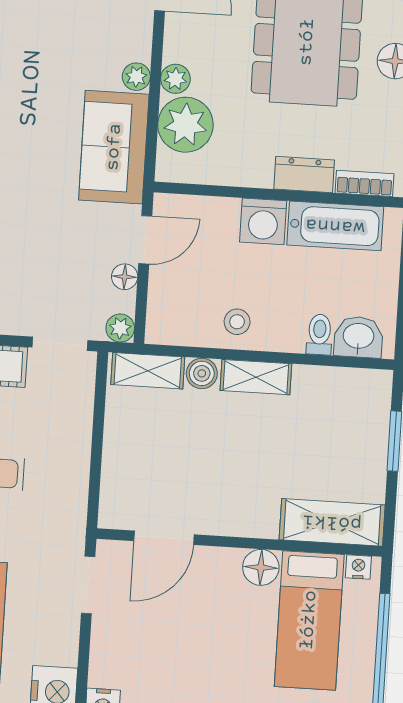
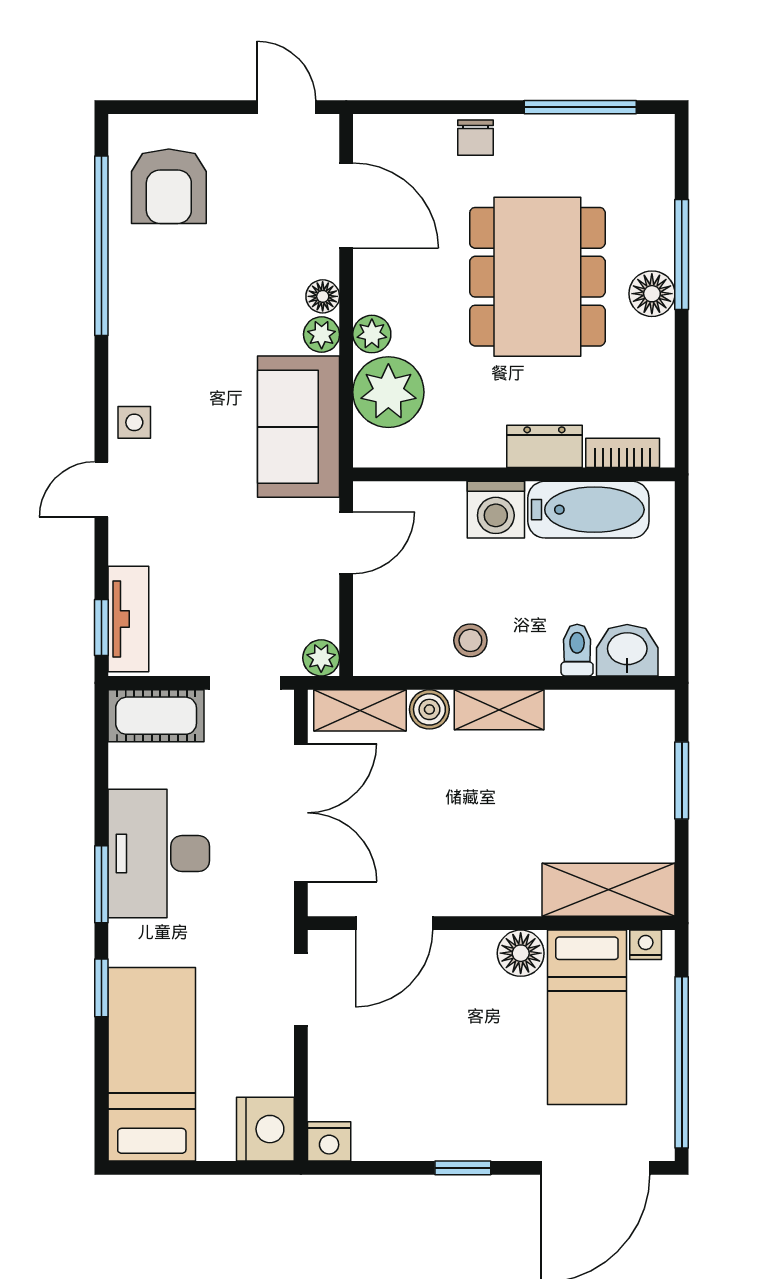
floor lamp: (125, 277) -> (323, 296), moved
double door: (97, 447) -> (301, 813), added

